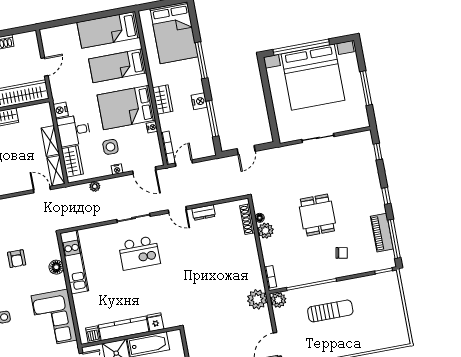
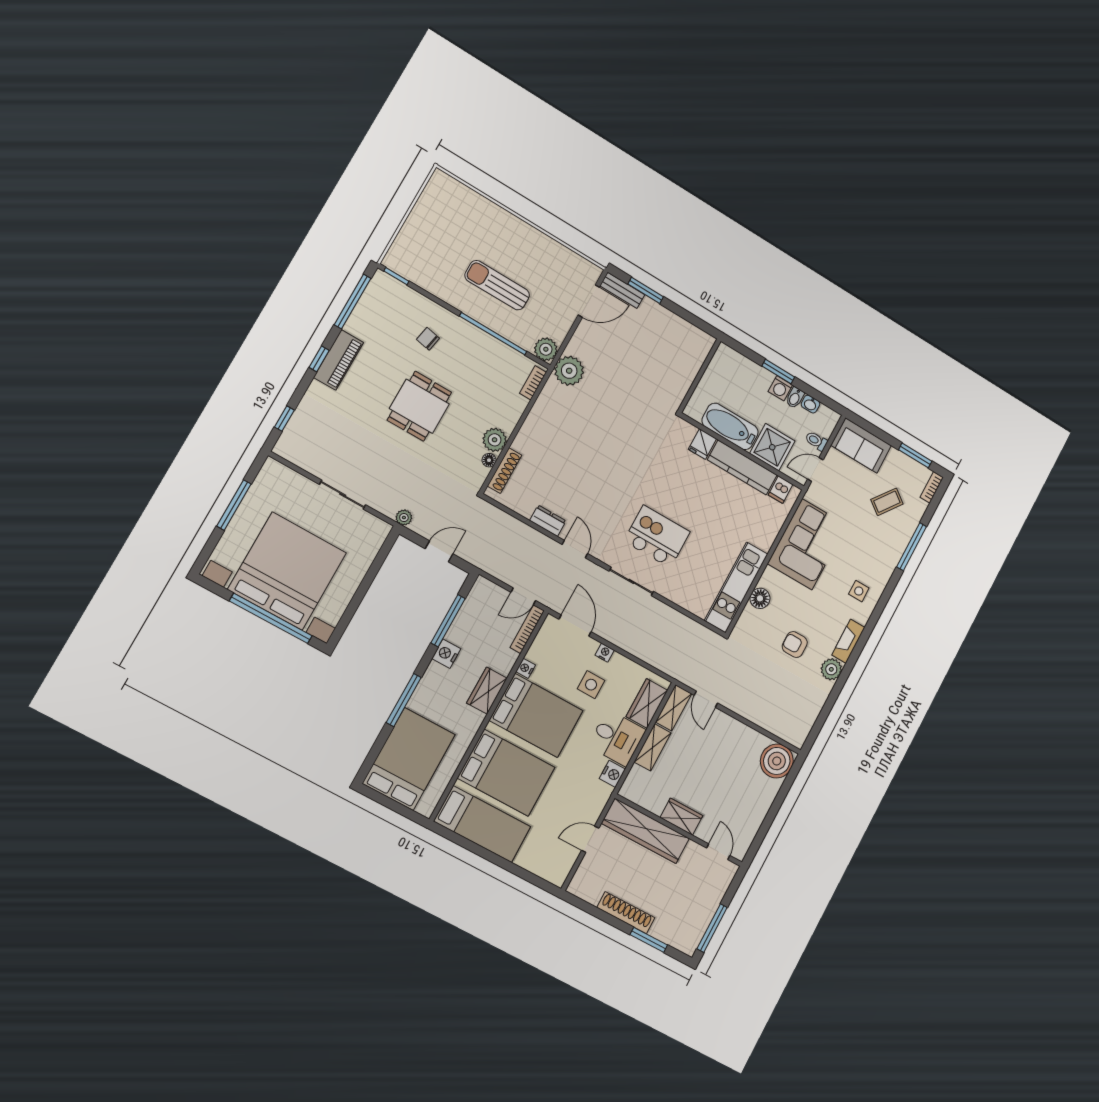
bed: (118, 66) -> (506, 773), width x1.50
plant: (95, 186) -> (404, 518), moved
piano: (382, 233) -> (339, 360), moved
armchair: (17, 259) -> (795, 645), turned -90

